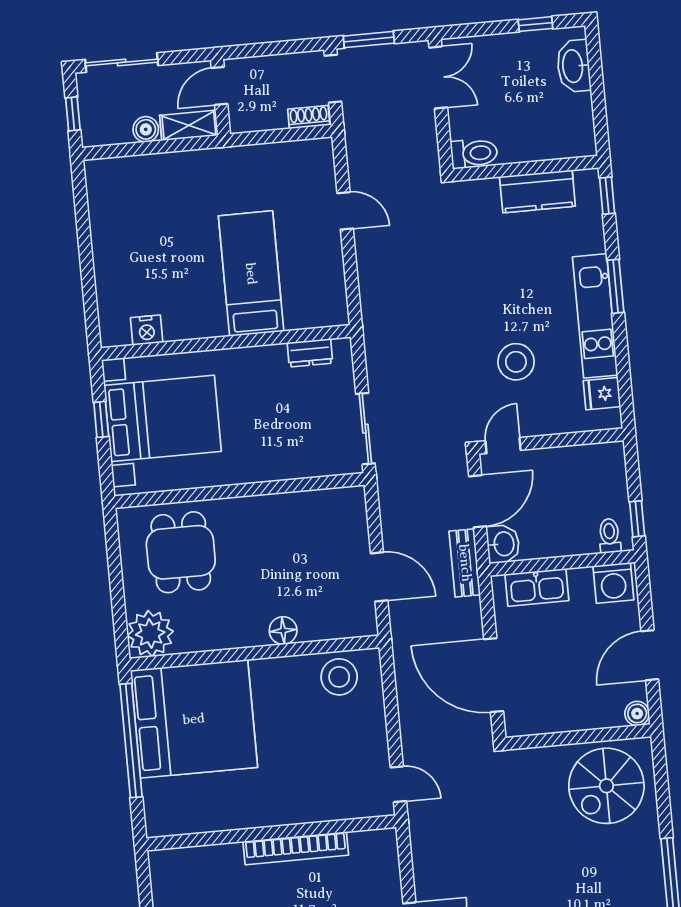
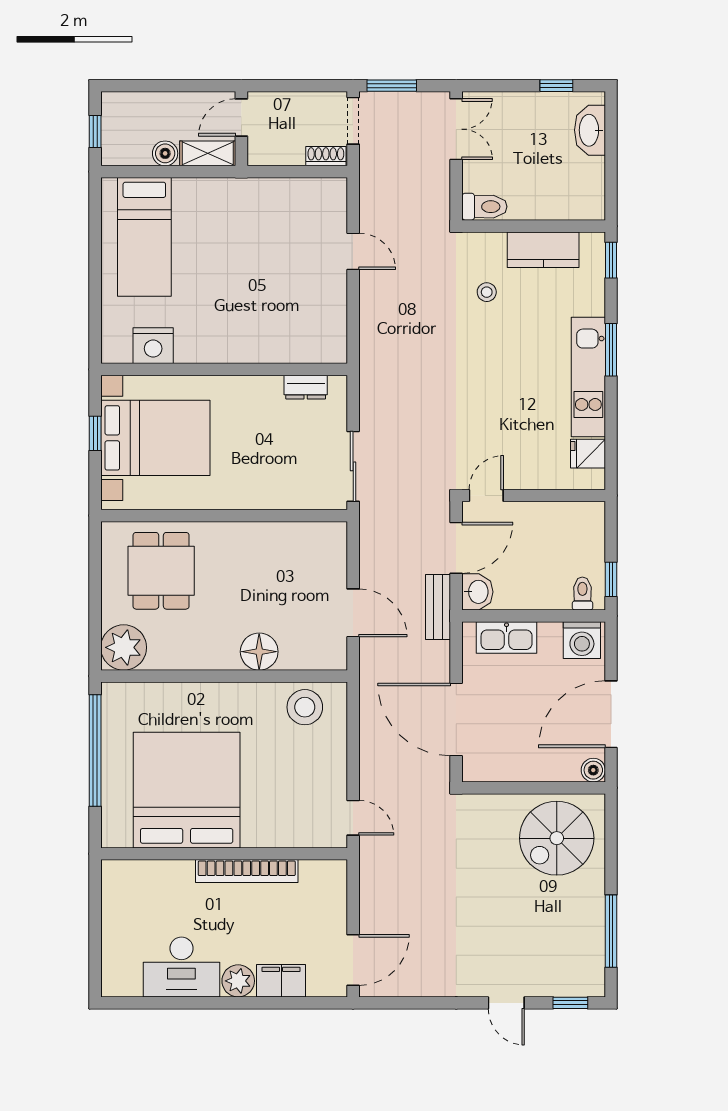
sliding door: (122, 62) -> (148, 86), removed
bed: (251, 274) -> (144, 237), moved, turned 180
nightstand: (147, 330) -> (153, 346), width x1.36, depth x1.33
stool: (516, 362) -> (487, 292), moved, width x0.53, depth x0.53
floor lamp: (283, 631) -> (259, 652), width x1.38, depth x1.38
door: (650, 655) -> (611, 714), width x1.36
bed: (194, 719) -> (187, 790), moved, turned -90

